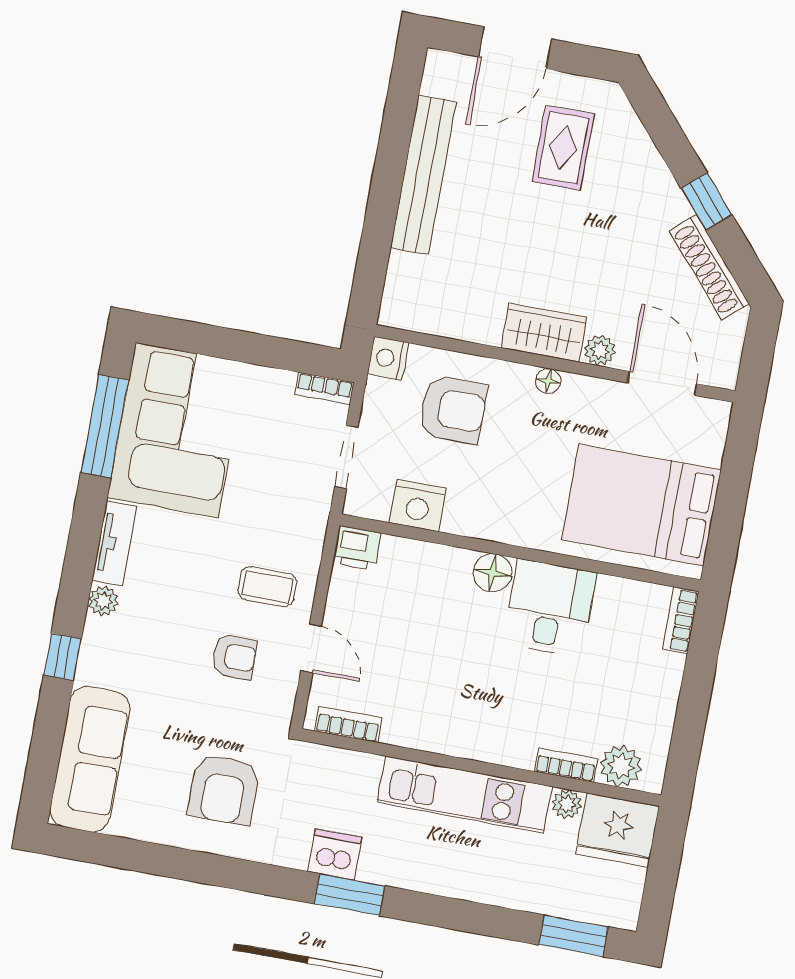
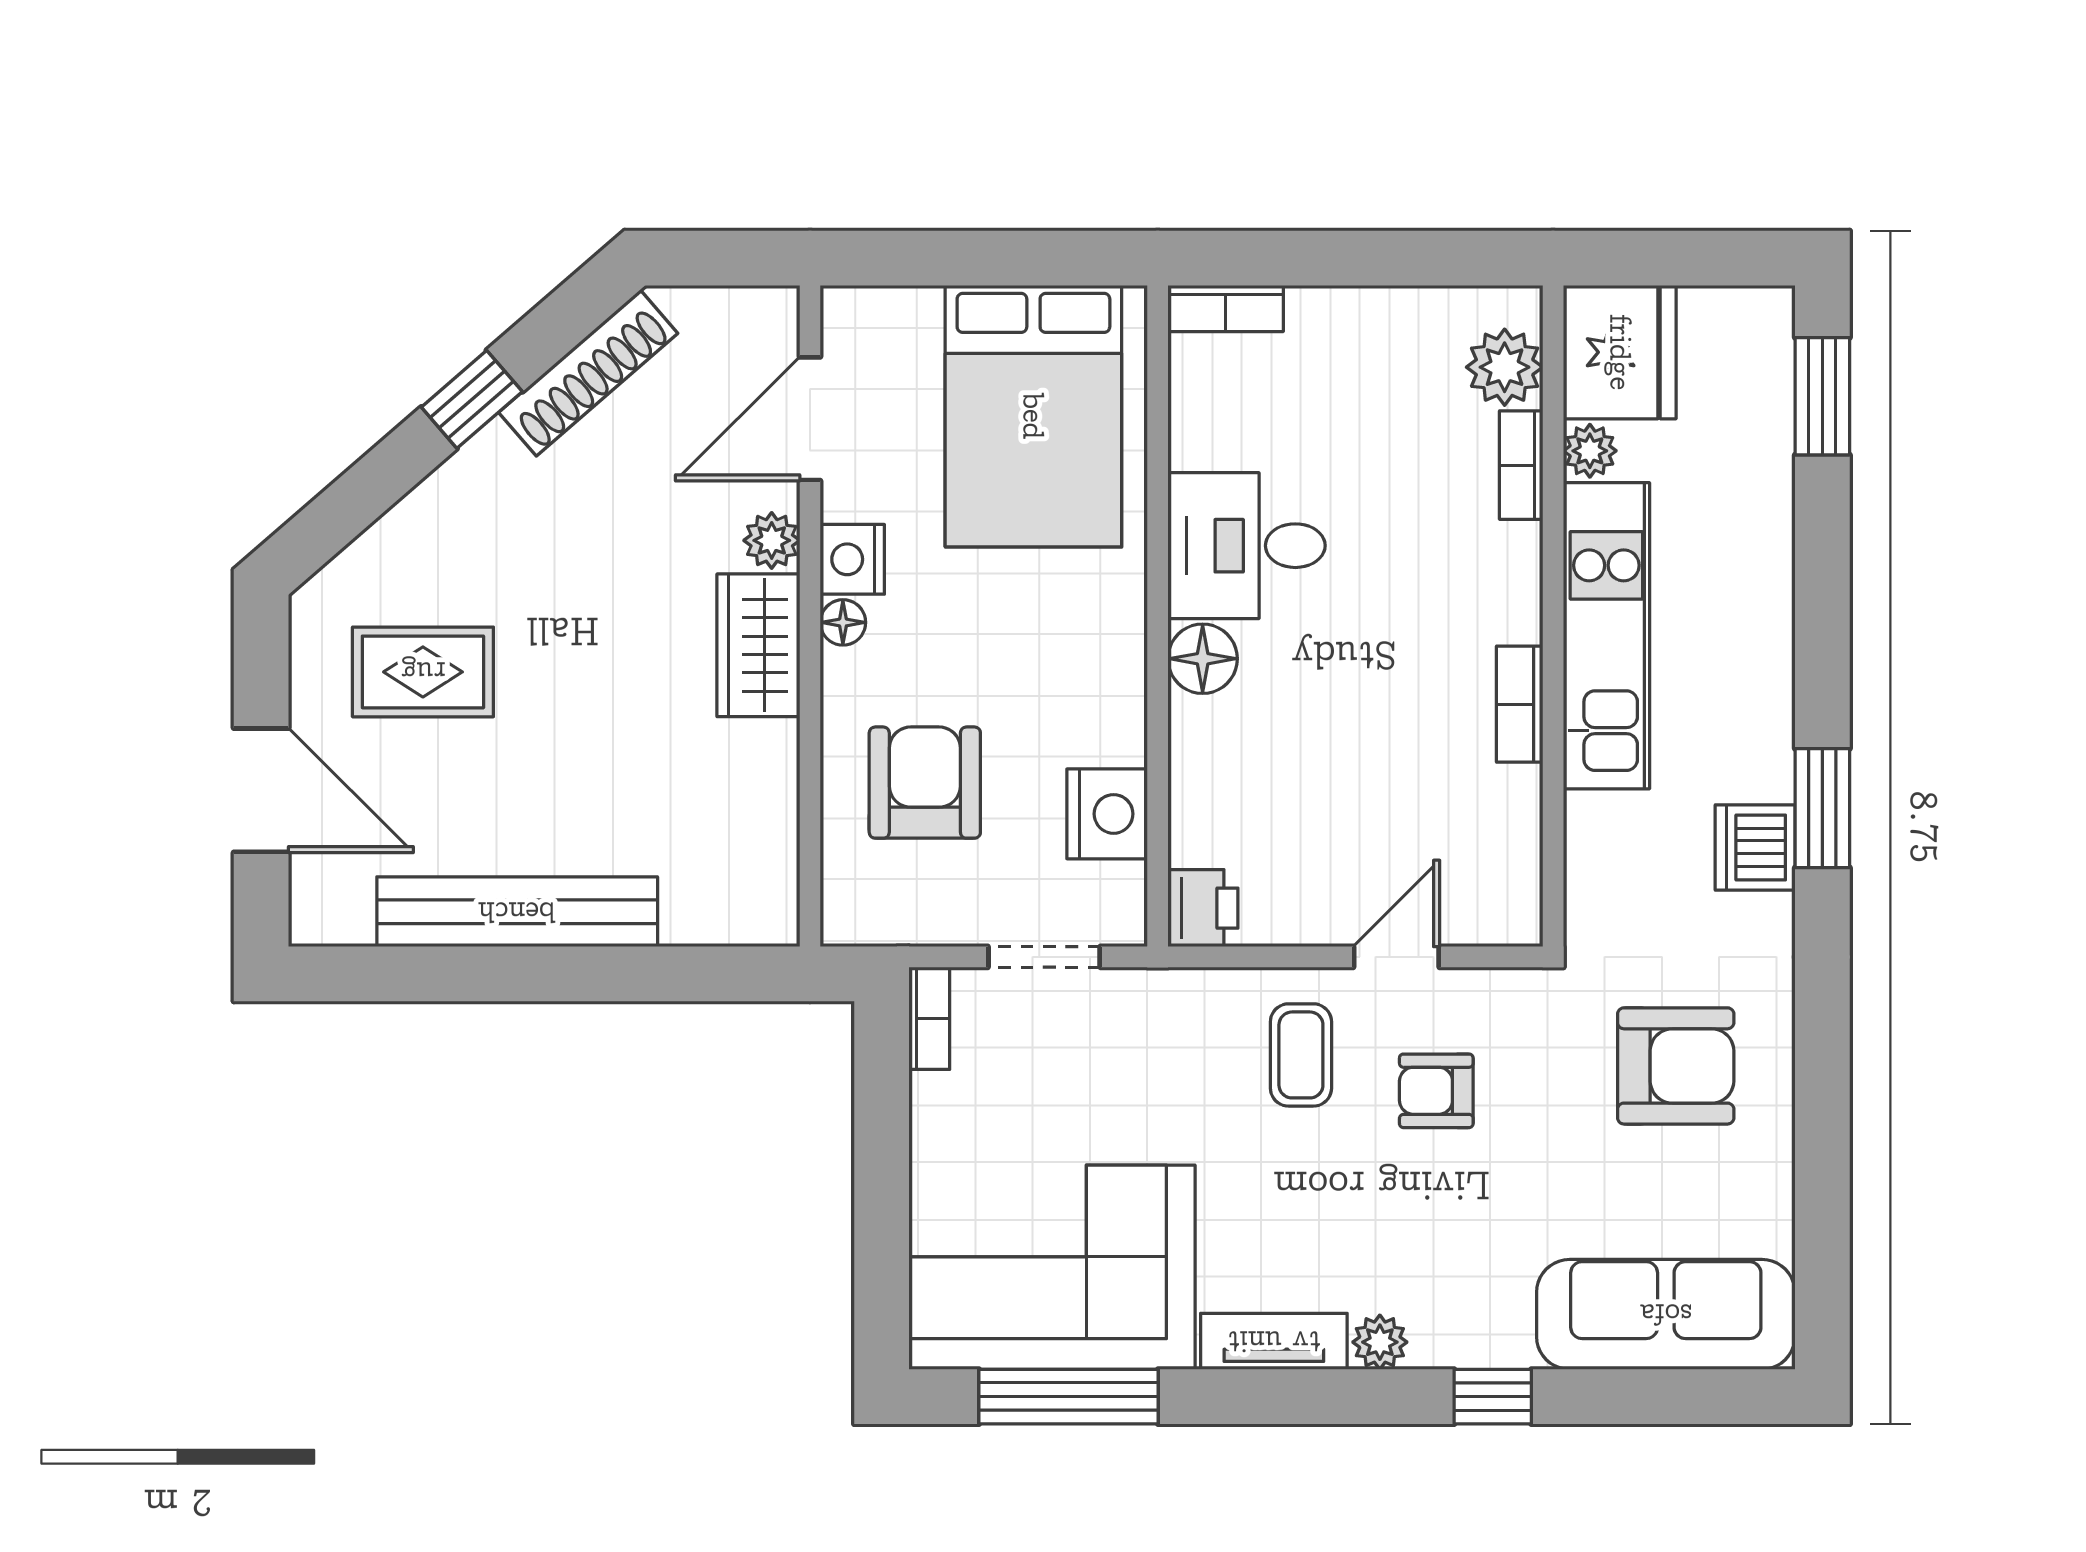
nightstand: (388, 358) -> (852, 559), moved, turned 90
armchair: (234, 657) -> (1436, 1091), turned -90
bookcase: (348, 724) -> (1520, 704), moved

